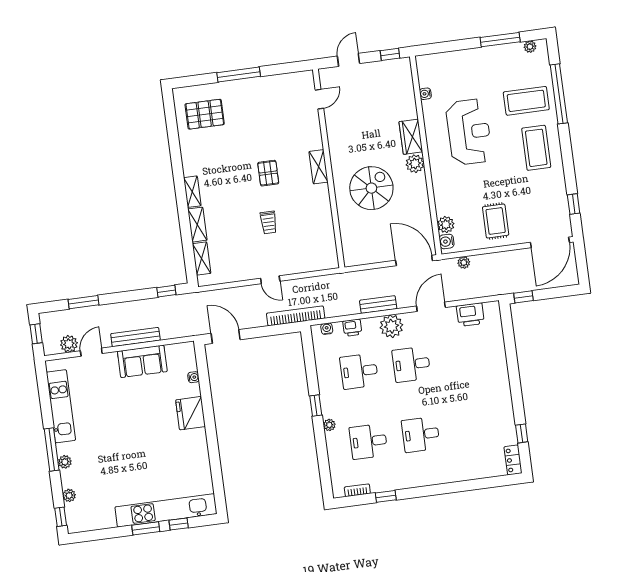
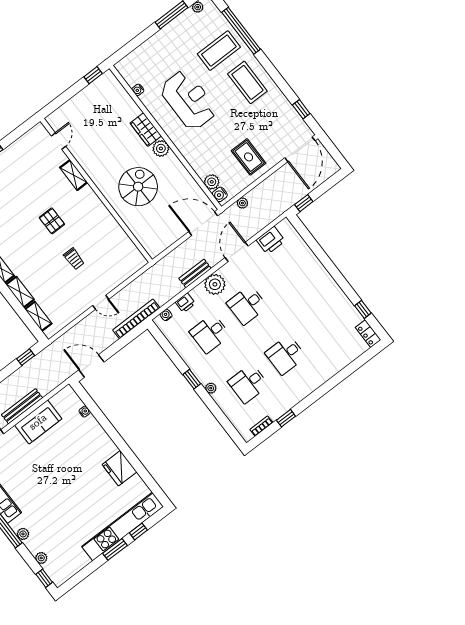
door: (349, 60) -> (64, 98), removed
shelving: (319, 167) -> (74, 175), moved
fridge: (190, 413) -> (120, 468), moved

